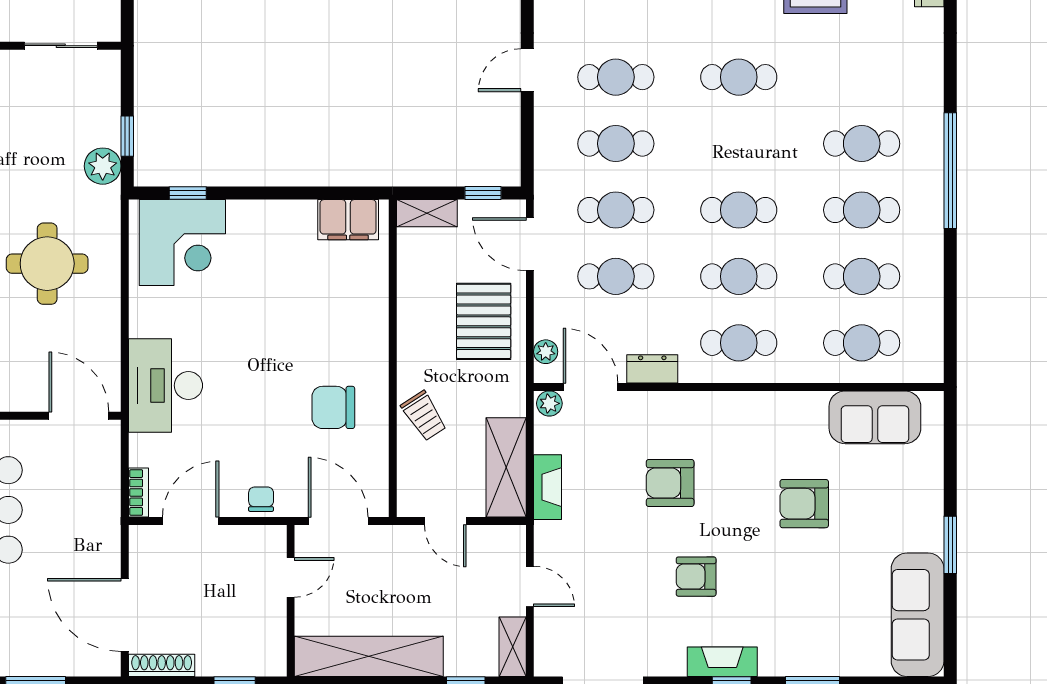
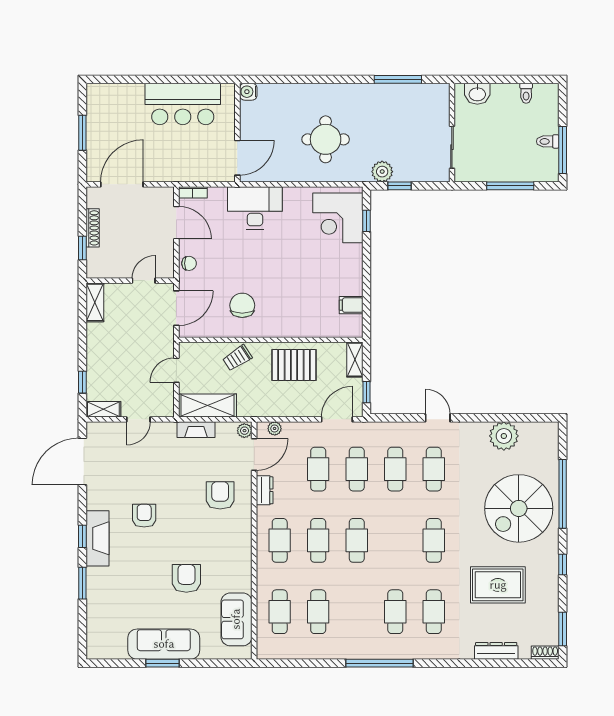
cafe table: (862, 210) -> (434, 612), moved
filing cabinet: (348, 220) -> (351, 305), width x0.50
pallet: (484, 321) -> (294, 365), moved
armchair: (670, 483) -> (220, 495), moved
door: (291, 577) -> (144, 281), swing flipped
sofa: (918, 615) -> (164, 644), moved
shelving: (369, 656) -> (95, 302), width x0.45, depth x0.75
fireplace: (722, 662) -> (98, 538), width x1.37, depth x1.32
shoe rack: (162, 665) -> (93, 228), moved

